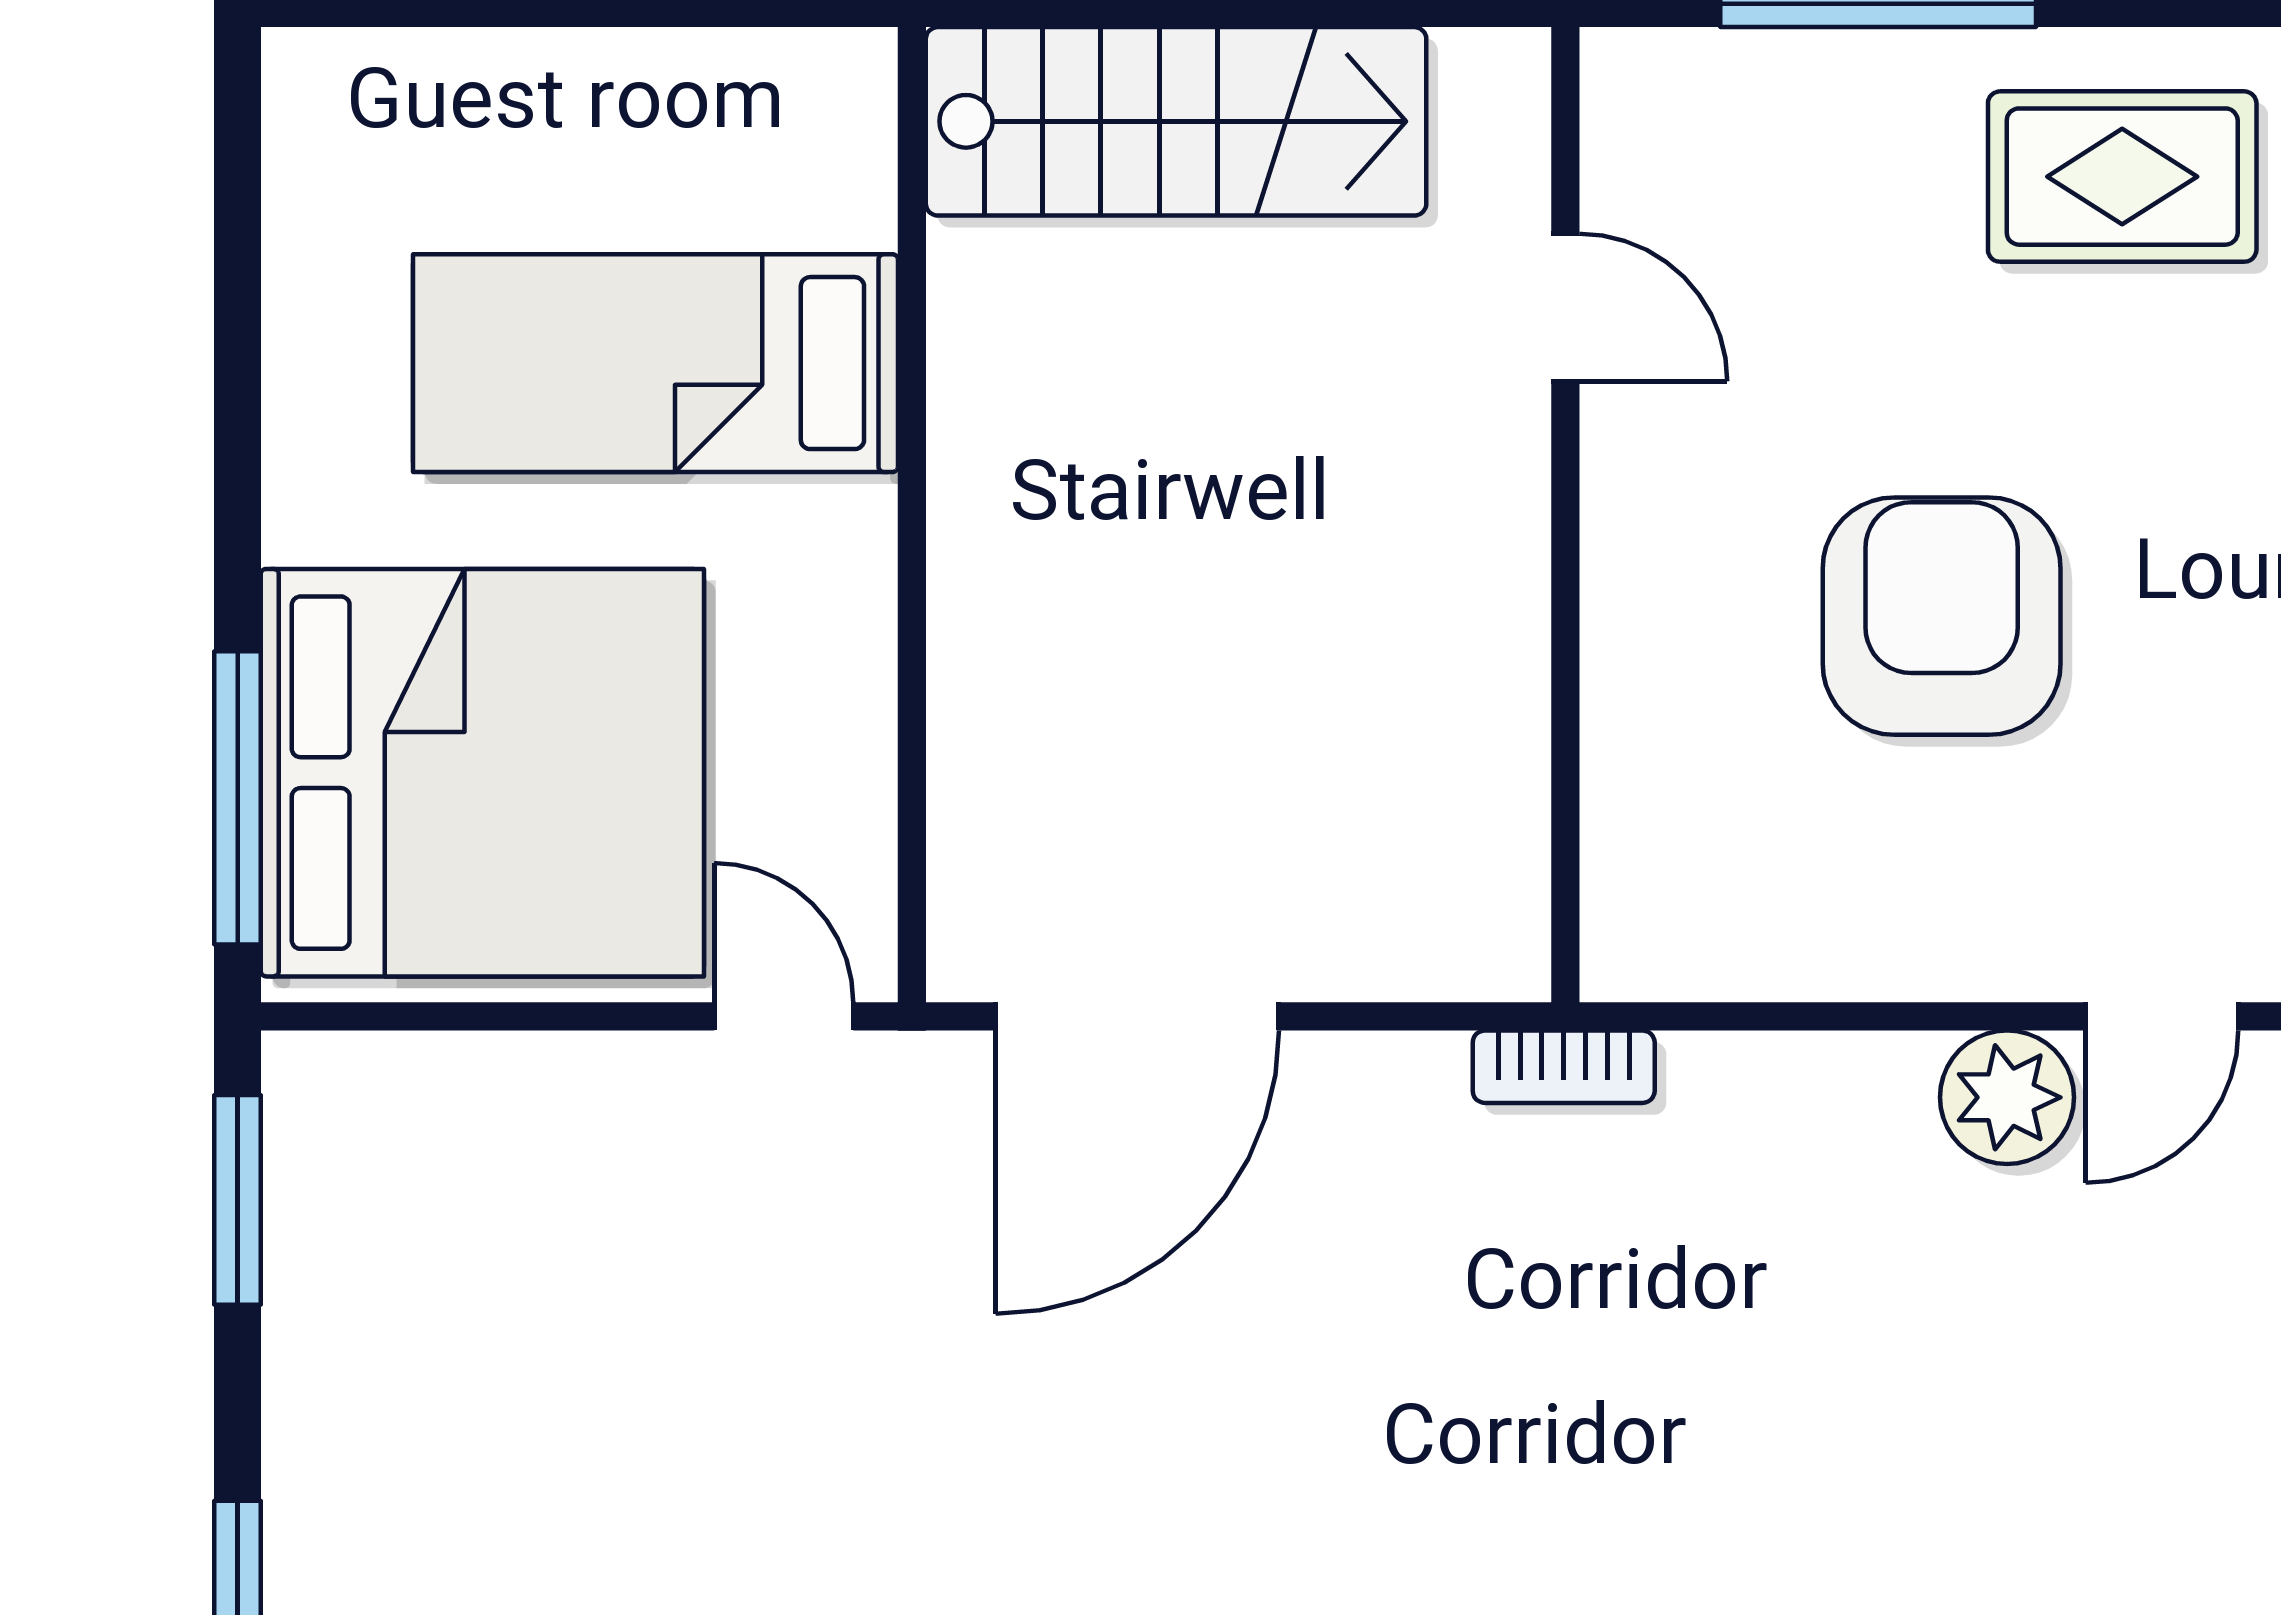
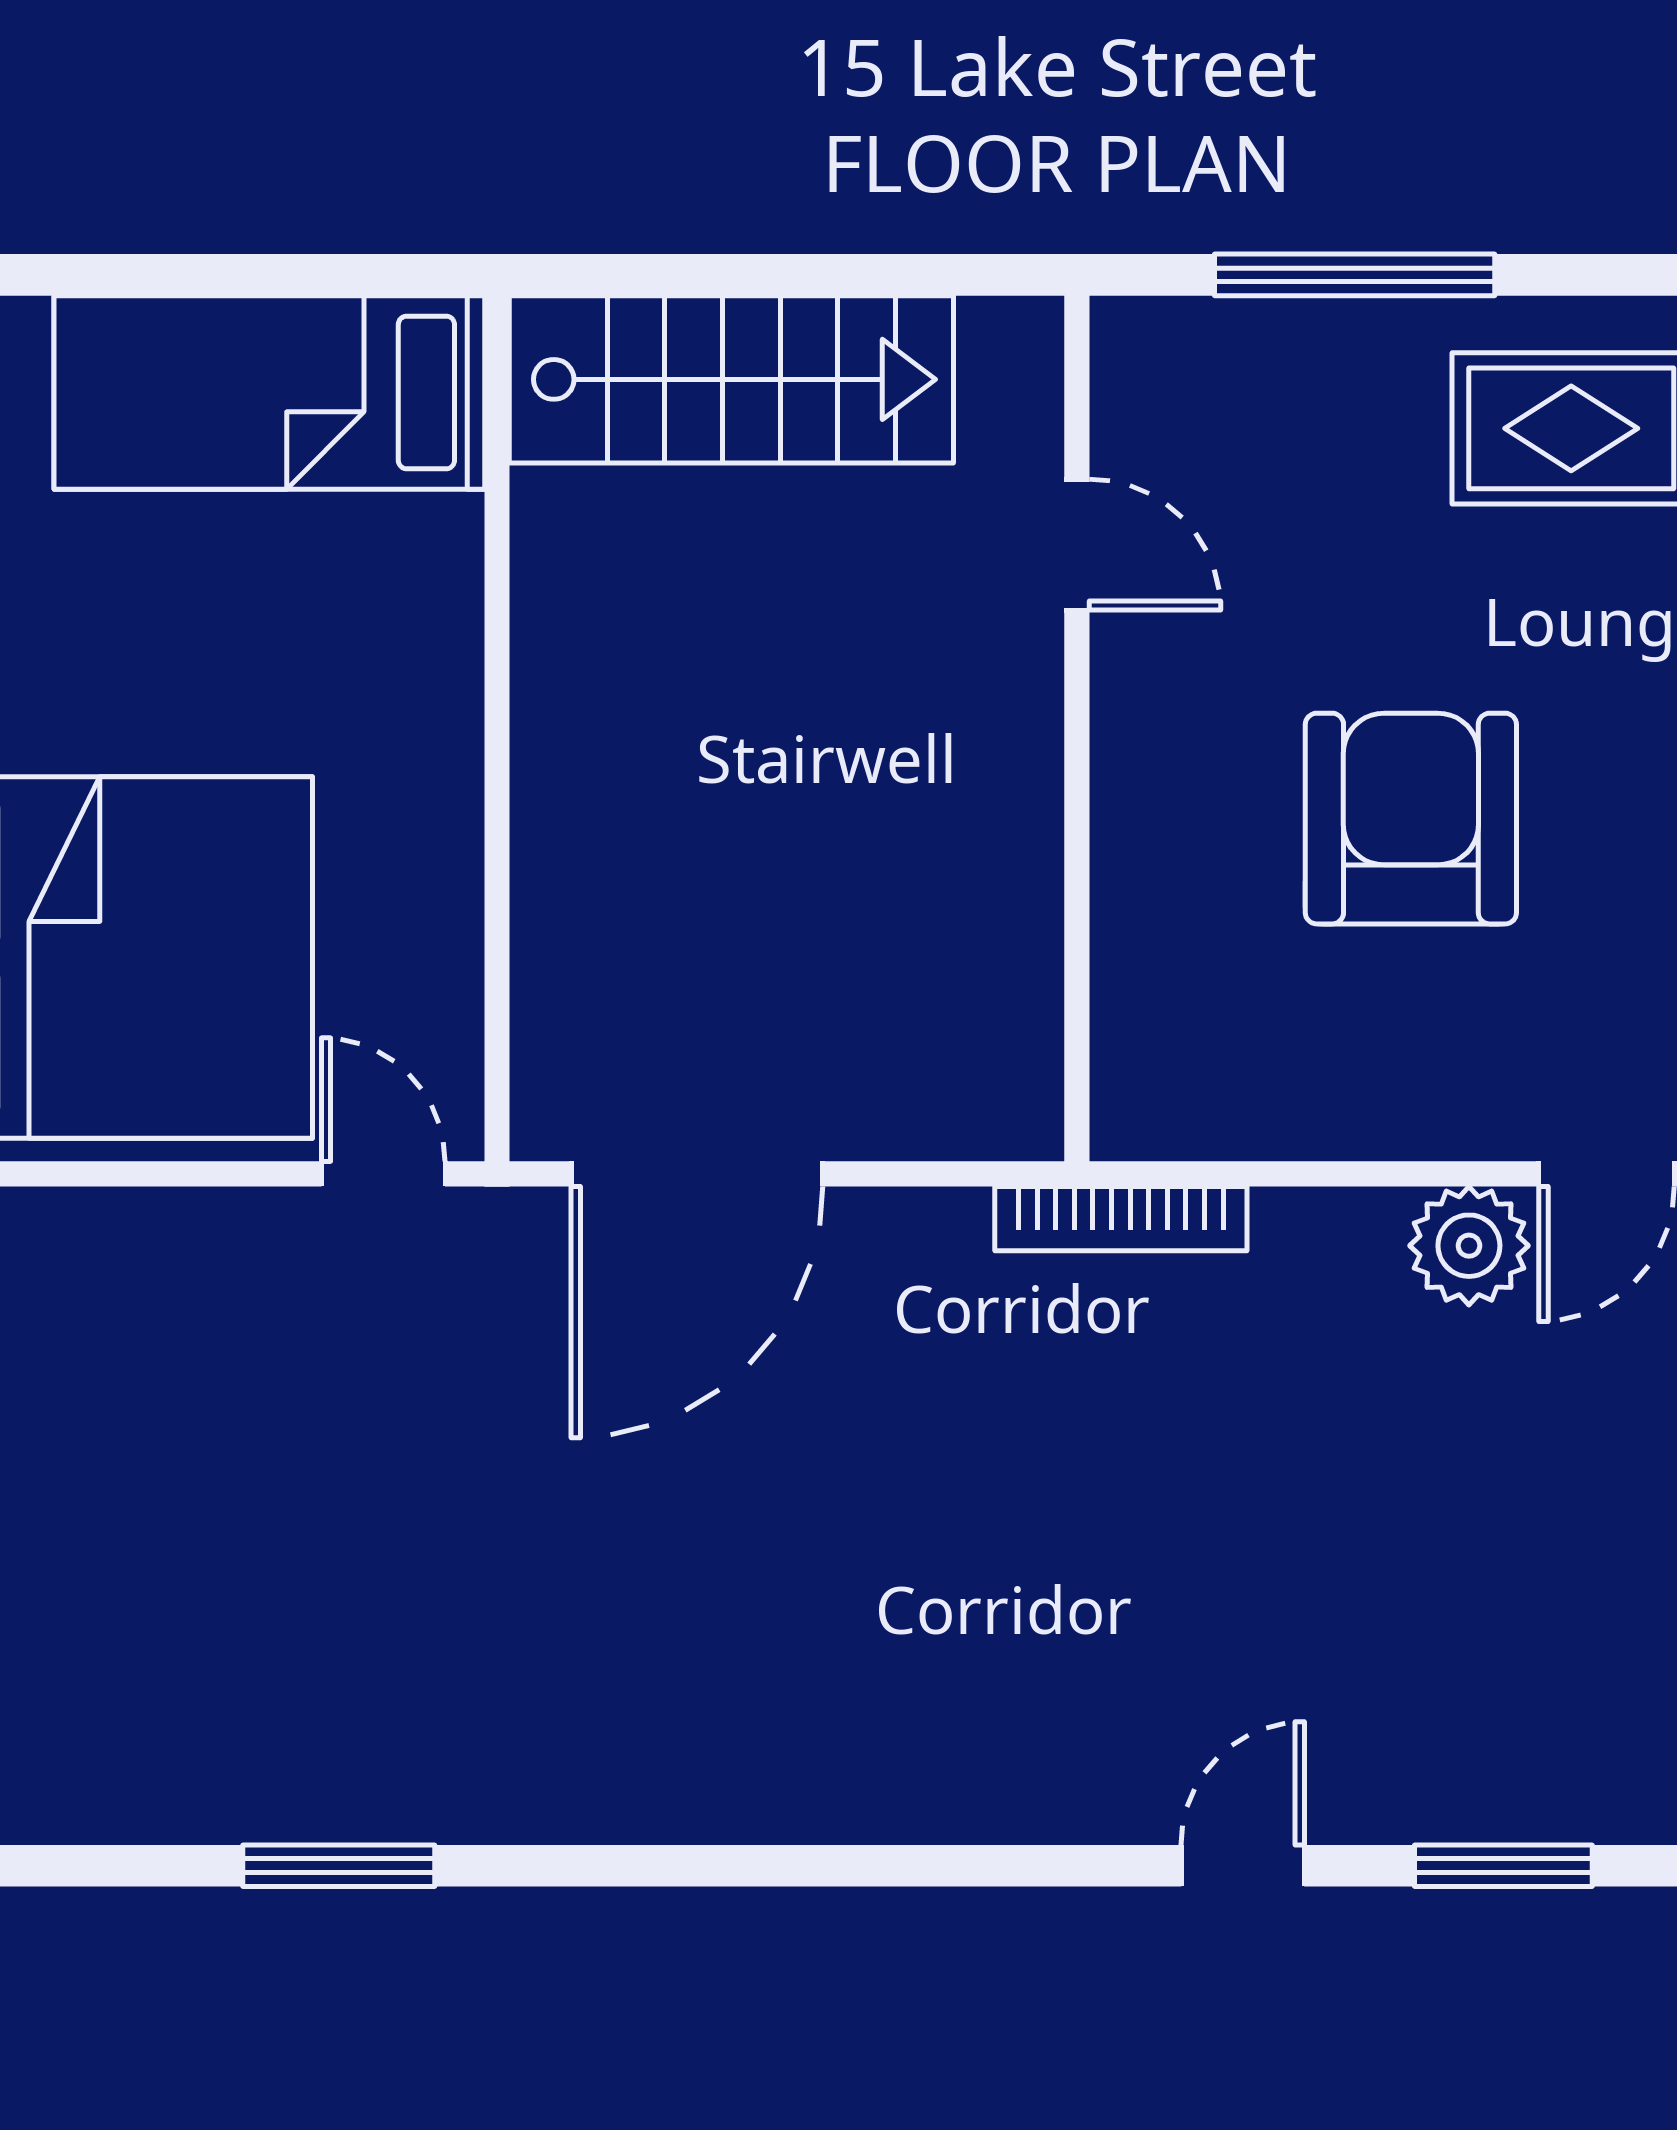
bed: (655, 363) -> (269, 392), moved
bookcase: (1564, 1067) -> (1121, 1219), width x1.56

